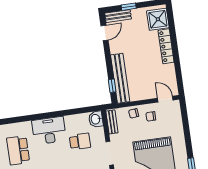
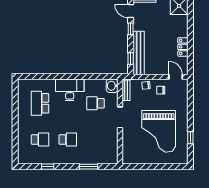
door: (105, 33) -> (131, 11), swing flipped
locker: (166, 46) -> (183, 47), moved, width x0.66
window: (107, 53) -> (131, 29), added
school desk: (80, 141) -> (95, 103), turned 180

